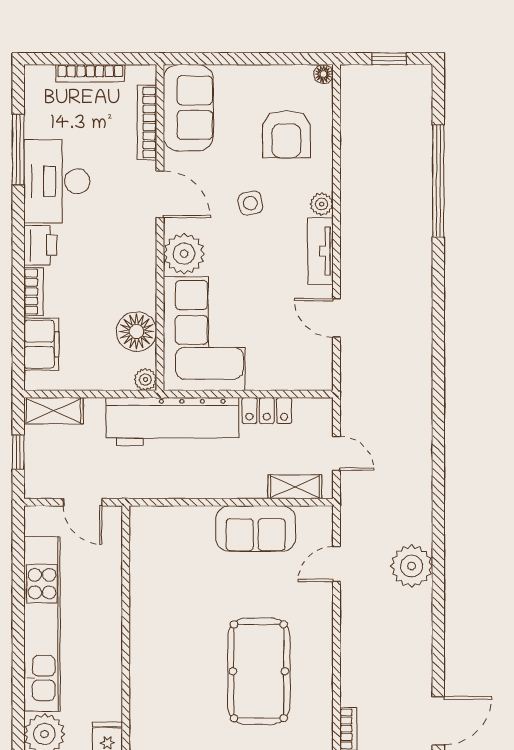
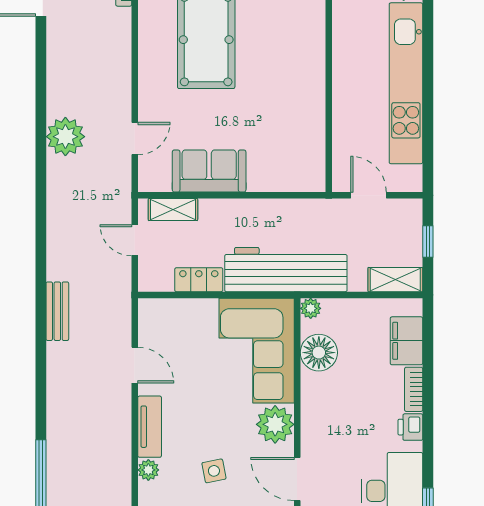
printer: (40, 245) -> (410, 427), width x0.73, depth x0.81
bench: (420, 376) -> (57, 311), added

